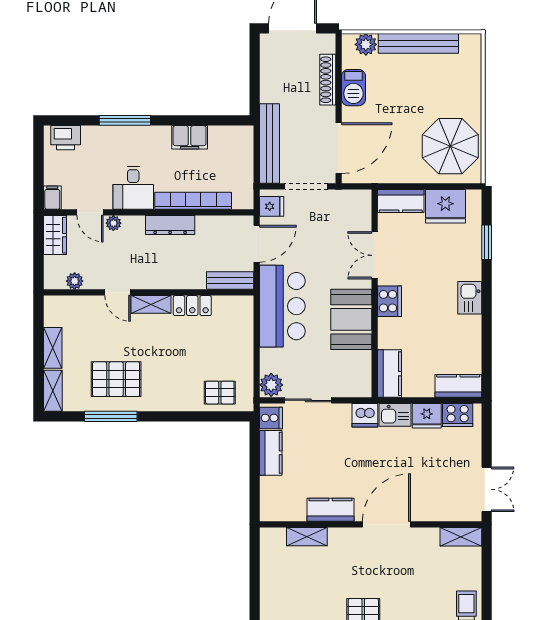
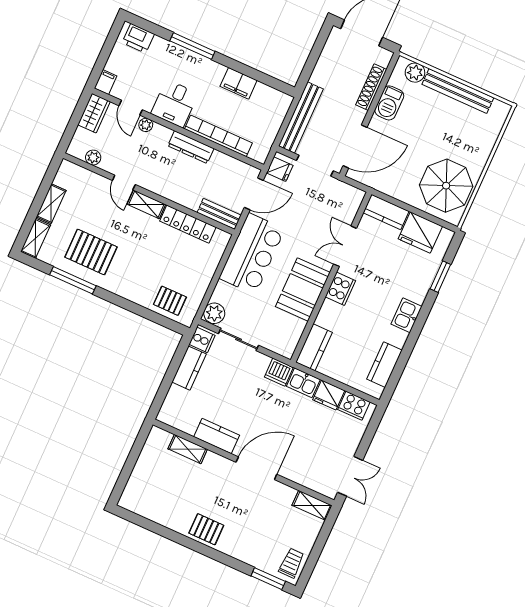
locker: (192, 306) -> (188, 224), width x1.53
kitchen counter: (458, 386) -> (384, 365), moved, turned -90

